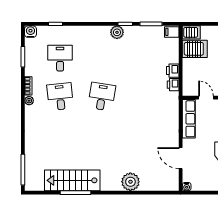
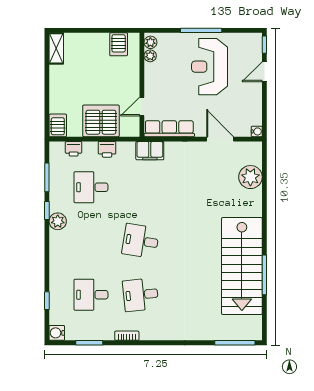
filing cabinet: (172, 32) -> (150, 151), moved, width x2.00
server rack: (195, 49) -> (101, 121), moved, width x1.60
desk: (143, 58) -> (91, 187), added
printer: (173, 85) -> (74, 149), moved
plant: (29, 101) -> (146, 335), removed
door: (181, 158) -> (220, 139), swing flipped
stairs: (72, 180) -> (242, 266), width x1.36, depth x1.51
plant: (130, 182) -> (250, 177), moved

